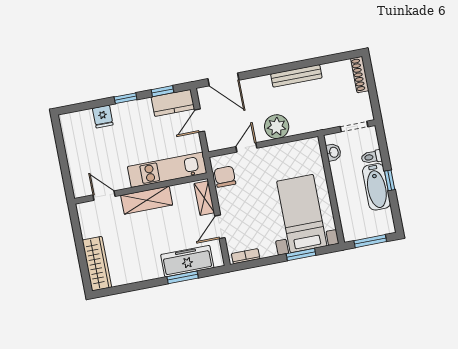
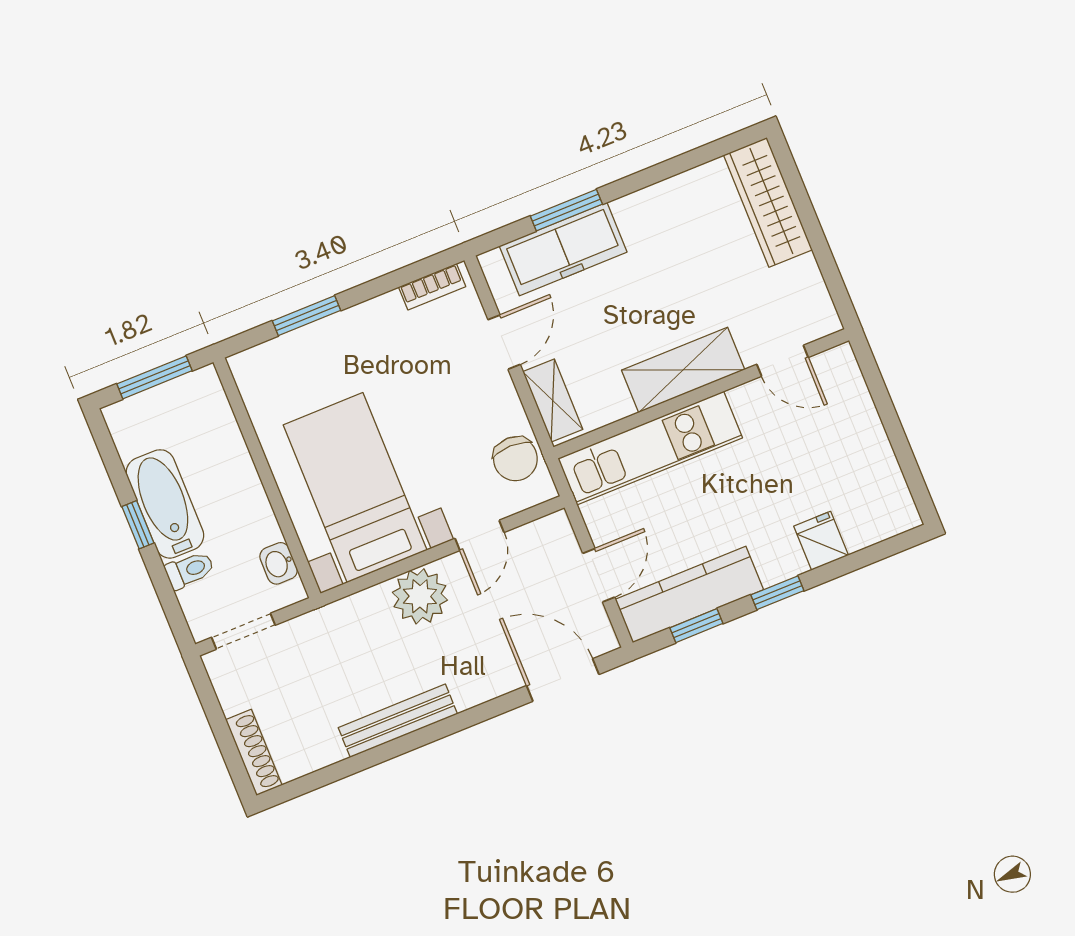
kitchen counter: (173, 103) -> (689, 595), width x1.50
bed with nightstands: (302, 214) -> (355, 488), moved, turned 180

